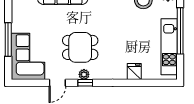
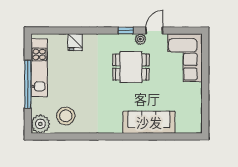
window: (8, 40) -> (205, 75), removed
plant: (84, 74) -> (140, 39), moved

